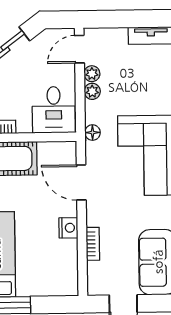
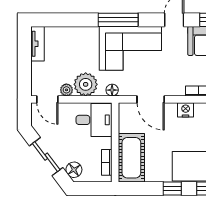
plant: (92, 91) -> (86, 84), width x1.88, depth x1.88
door: (81, 182) -> (151, 99), hinge flipped

